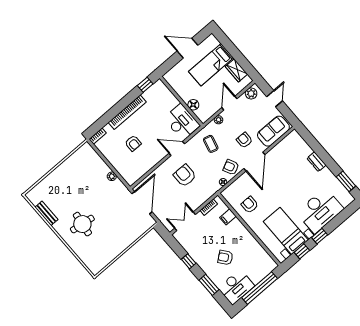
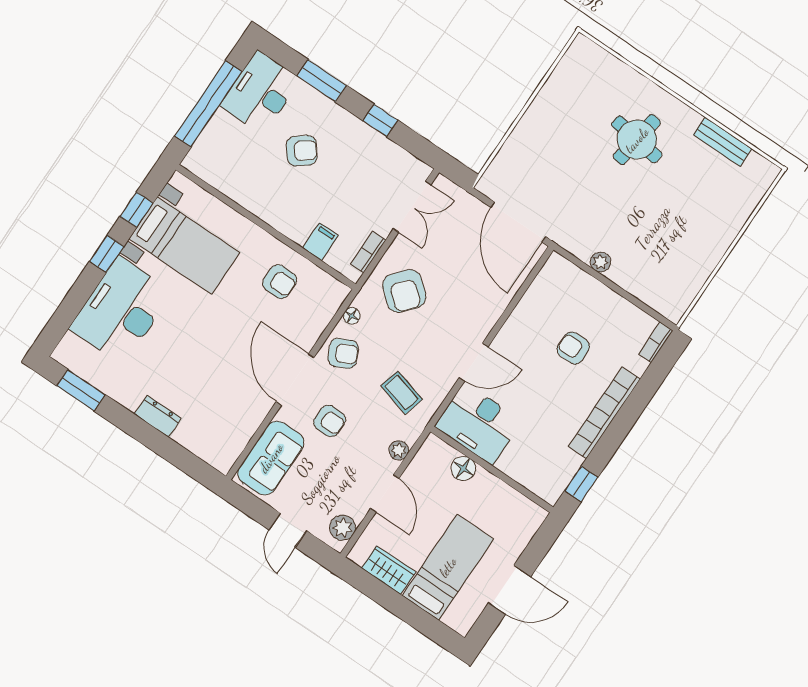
armchair: (185, 175) -> (404, 291), moved, turned 41

